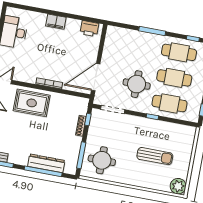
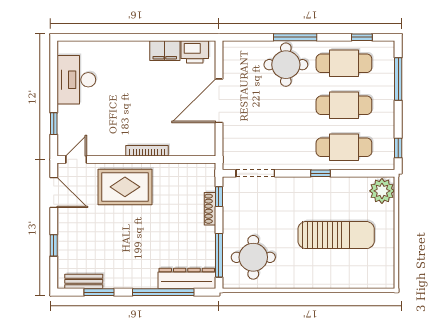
filing cabinet: (56, 22) -> (165, 51), moved
door: (96, 77) -> (219, 101), moved
round table: (137, 84) -> (286, 65), moved
sun lounger: (155, 156) -> (336, 235), width x1.36, depth x1.34
dresser: (46, 163) -> (187, 278), moved
plant: (178, 186) -> (382, 191), moved

